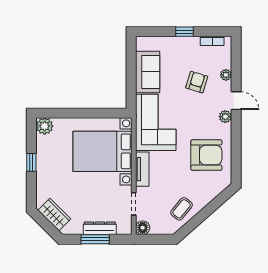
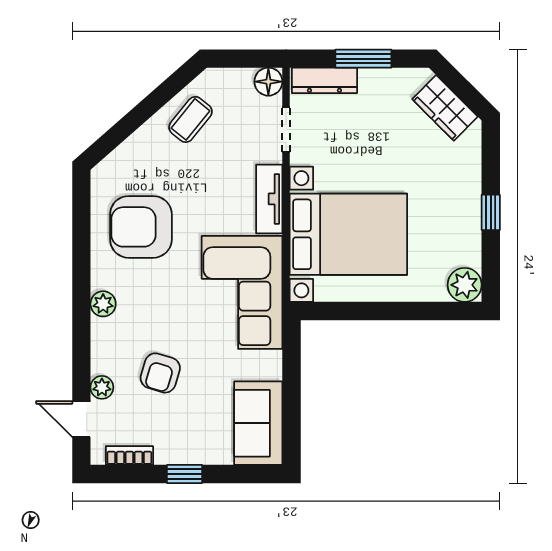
sofa: (148, 72) -> (258, 423), moved
door: (236, 101) -> (81, 419), moved
dresser: (100, 228) -> (324, 80), moved

